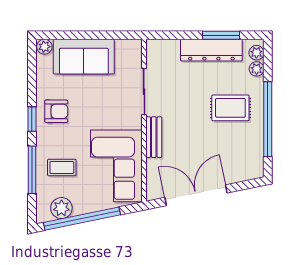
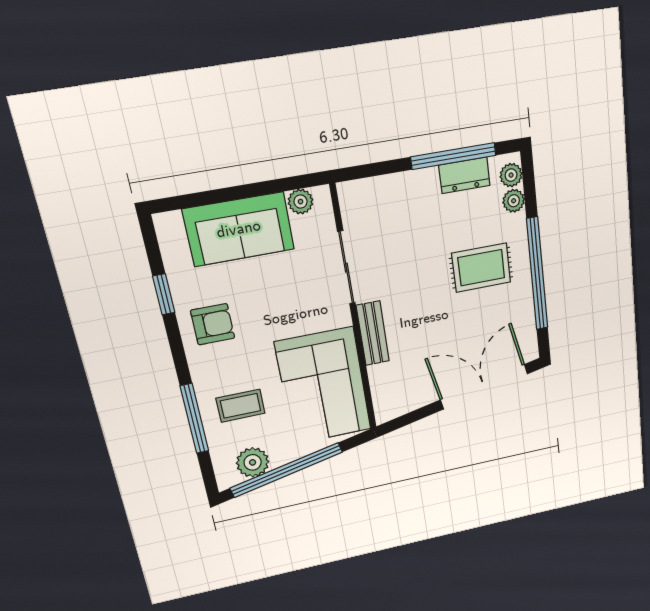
window: (221, 35) -> (453, 156), width x1.44
plant: (44, 47) -> (301, 202), moved
dresser: (211, 50) -> (464, 175), width x0.51, depth x0.80
window: (32, 119) -> (164, 294), moved
double door: (196, 195) -> (484, 387), moved

